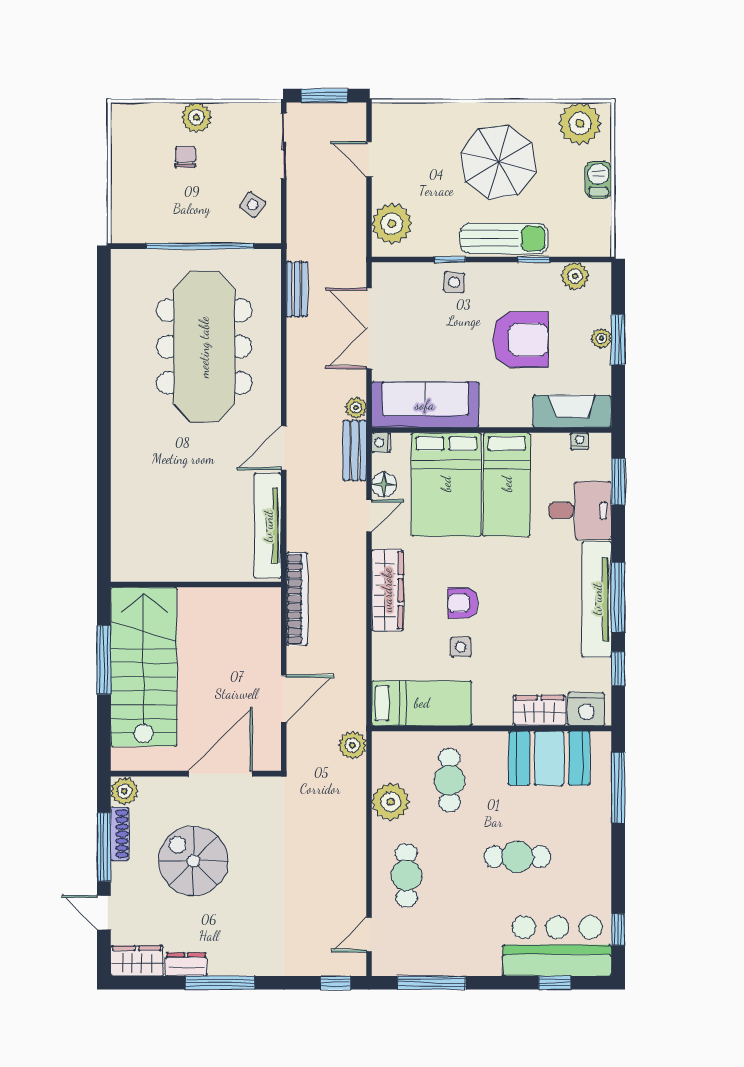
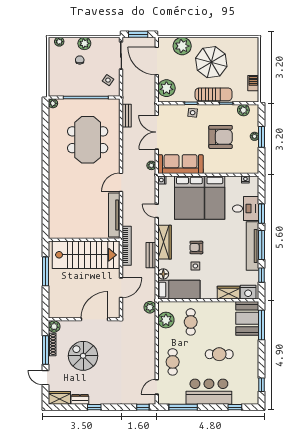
plant: (137, 113) -> (59, 42), added
plant: (580, 124) -> (182, 46), moved
door: (369, 159) -> (157, 61), width x1.88
barbecue: (598, 180) -> (253, 83), moved
plant: (122, 260) -> (53, 103), added
meeting table: (204, 347) -> (88, 140), width x0.73
fireplace: (572, 411) -> (242, 167), removed
bench: (355, 450) -> (151, 255), moved
window: (618, 482) -> (262, 214), moved
floor lamp: (384, 485) -> (163, 274), moved
door: (369, 516) -> (157, 211), swing flipped
stairs: (144, 667) -> (86, 255), moved, turned 90
booth: (549, 758) -> (247, 318), moved, turned 90
plant: (391, 802) -> (166, 320), moved
bar counter: (557, 946) -> (209, 392), moved
window: (220, 983) -> (94, 407), width x0.46

